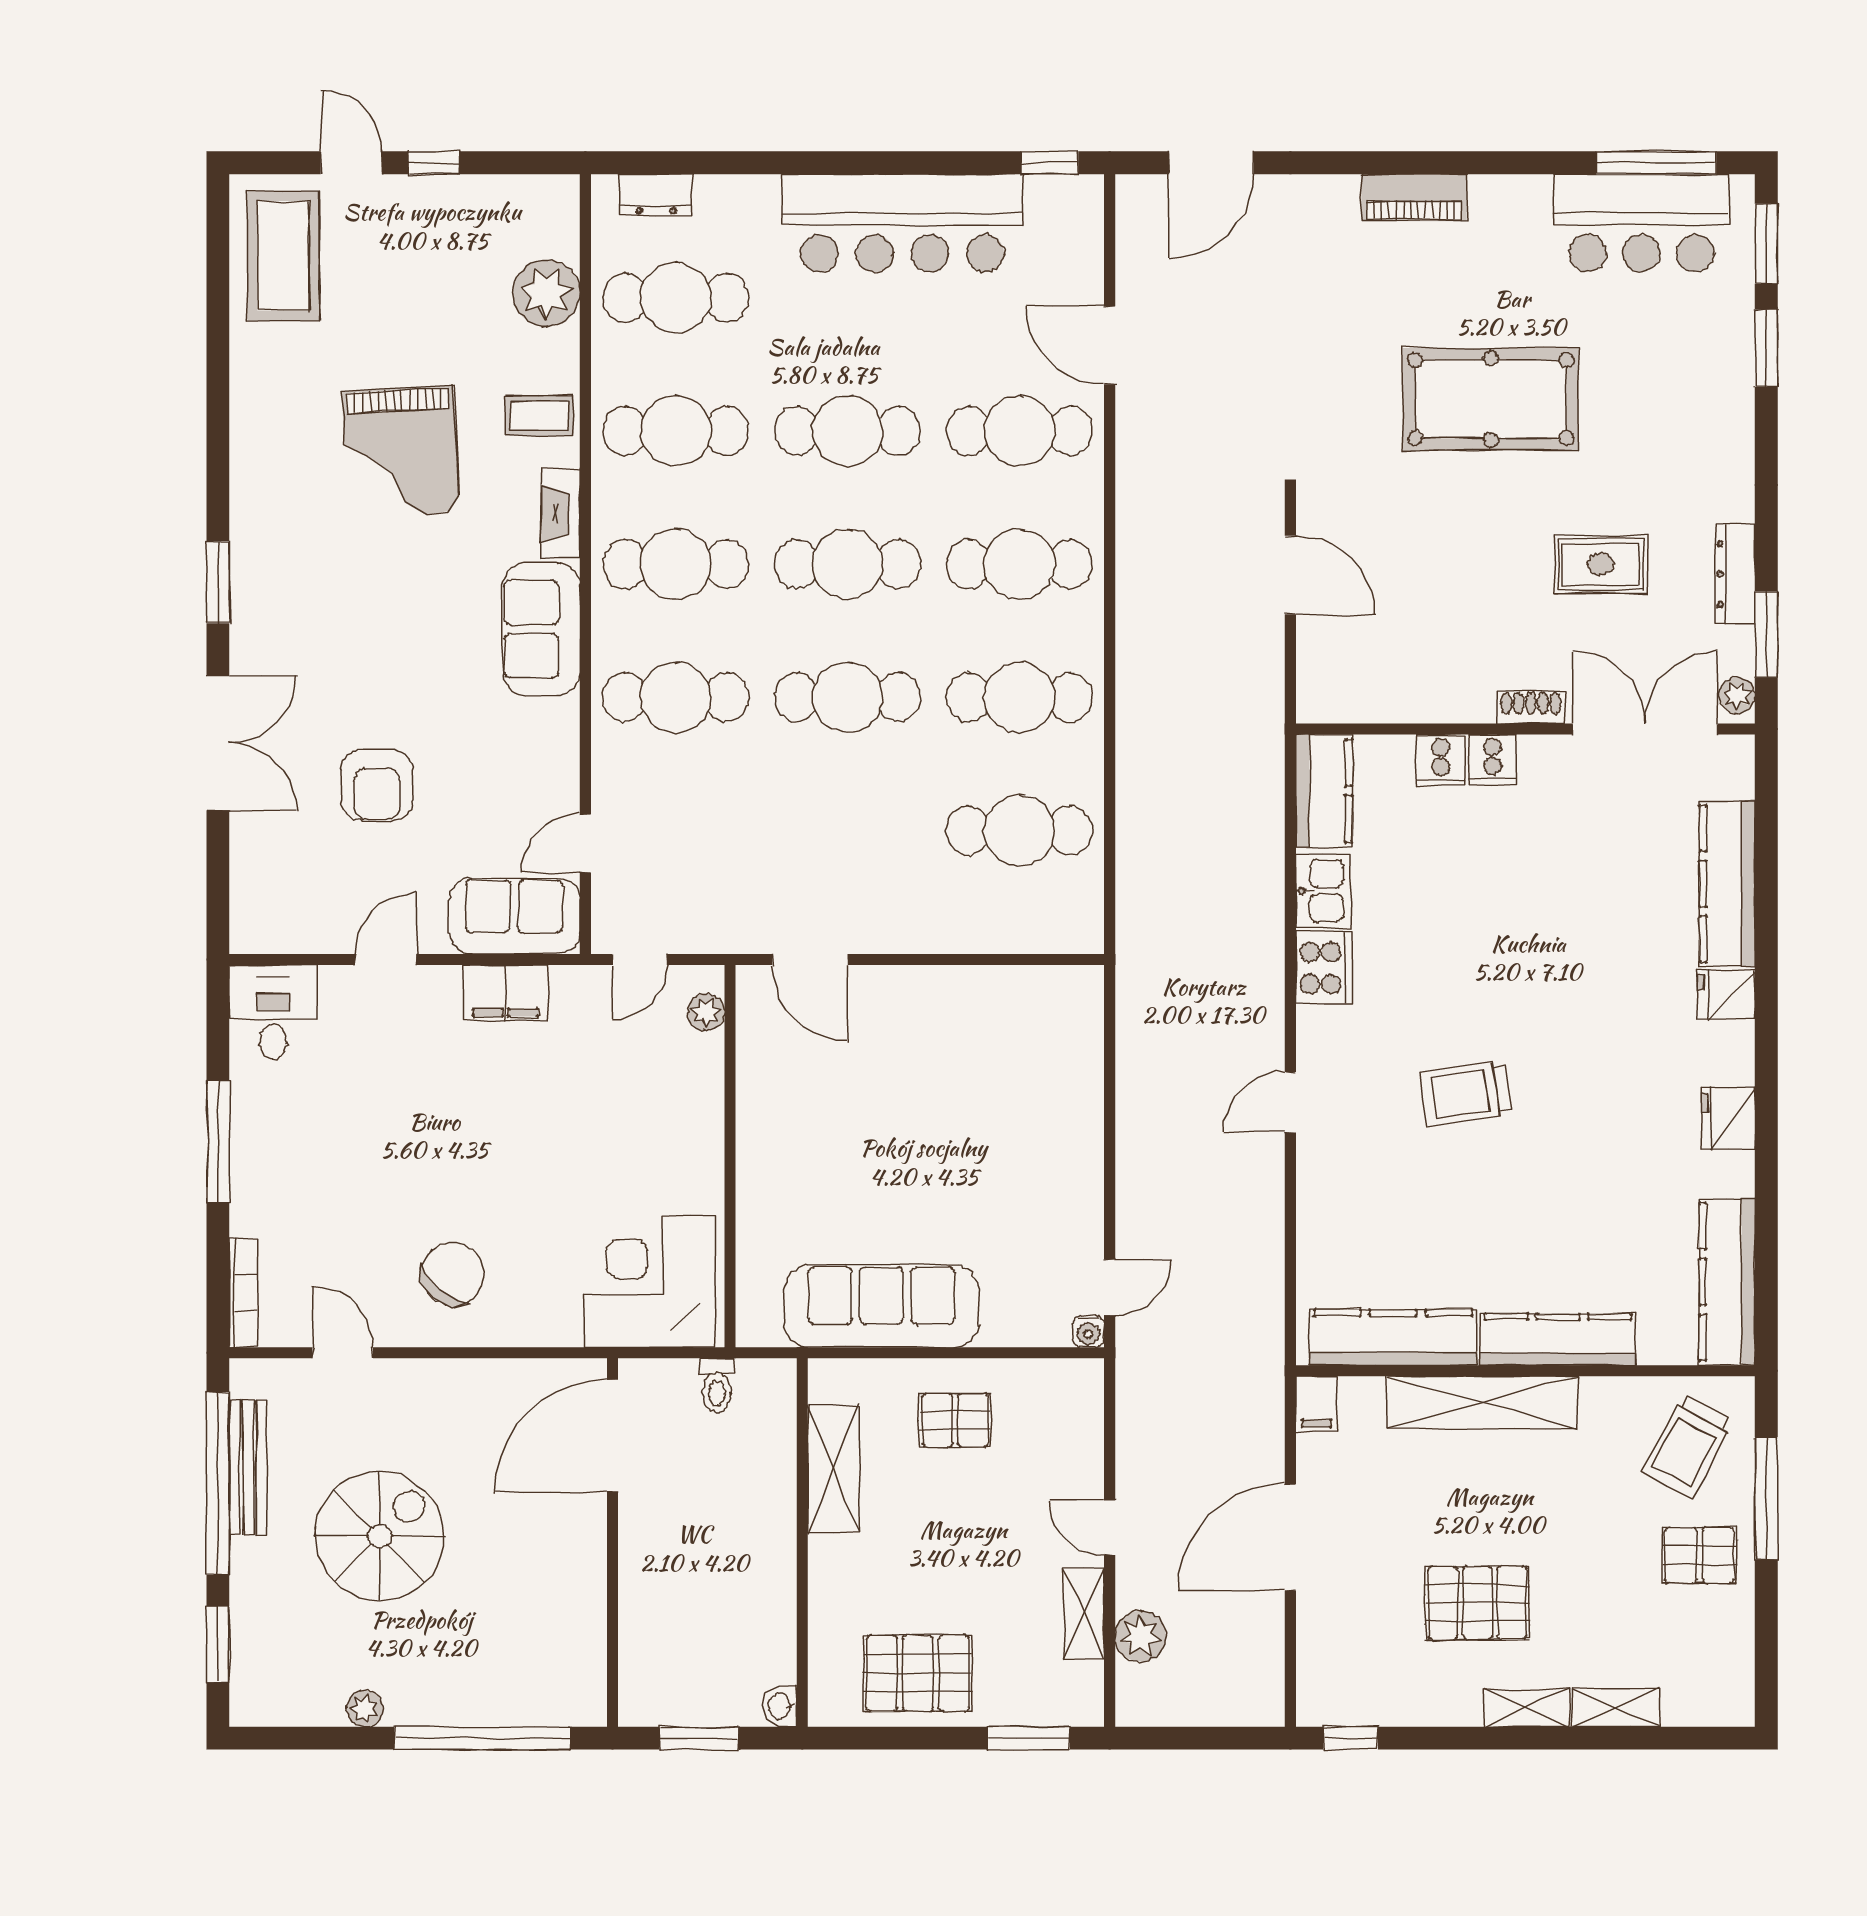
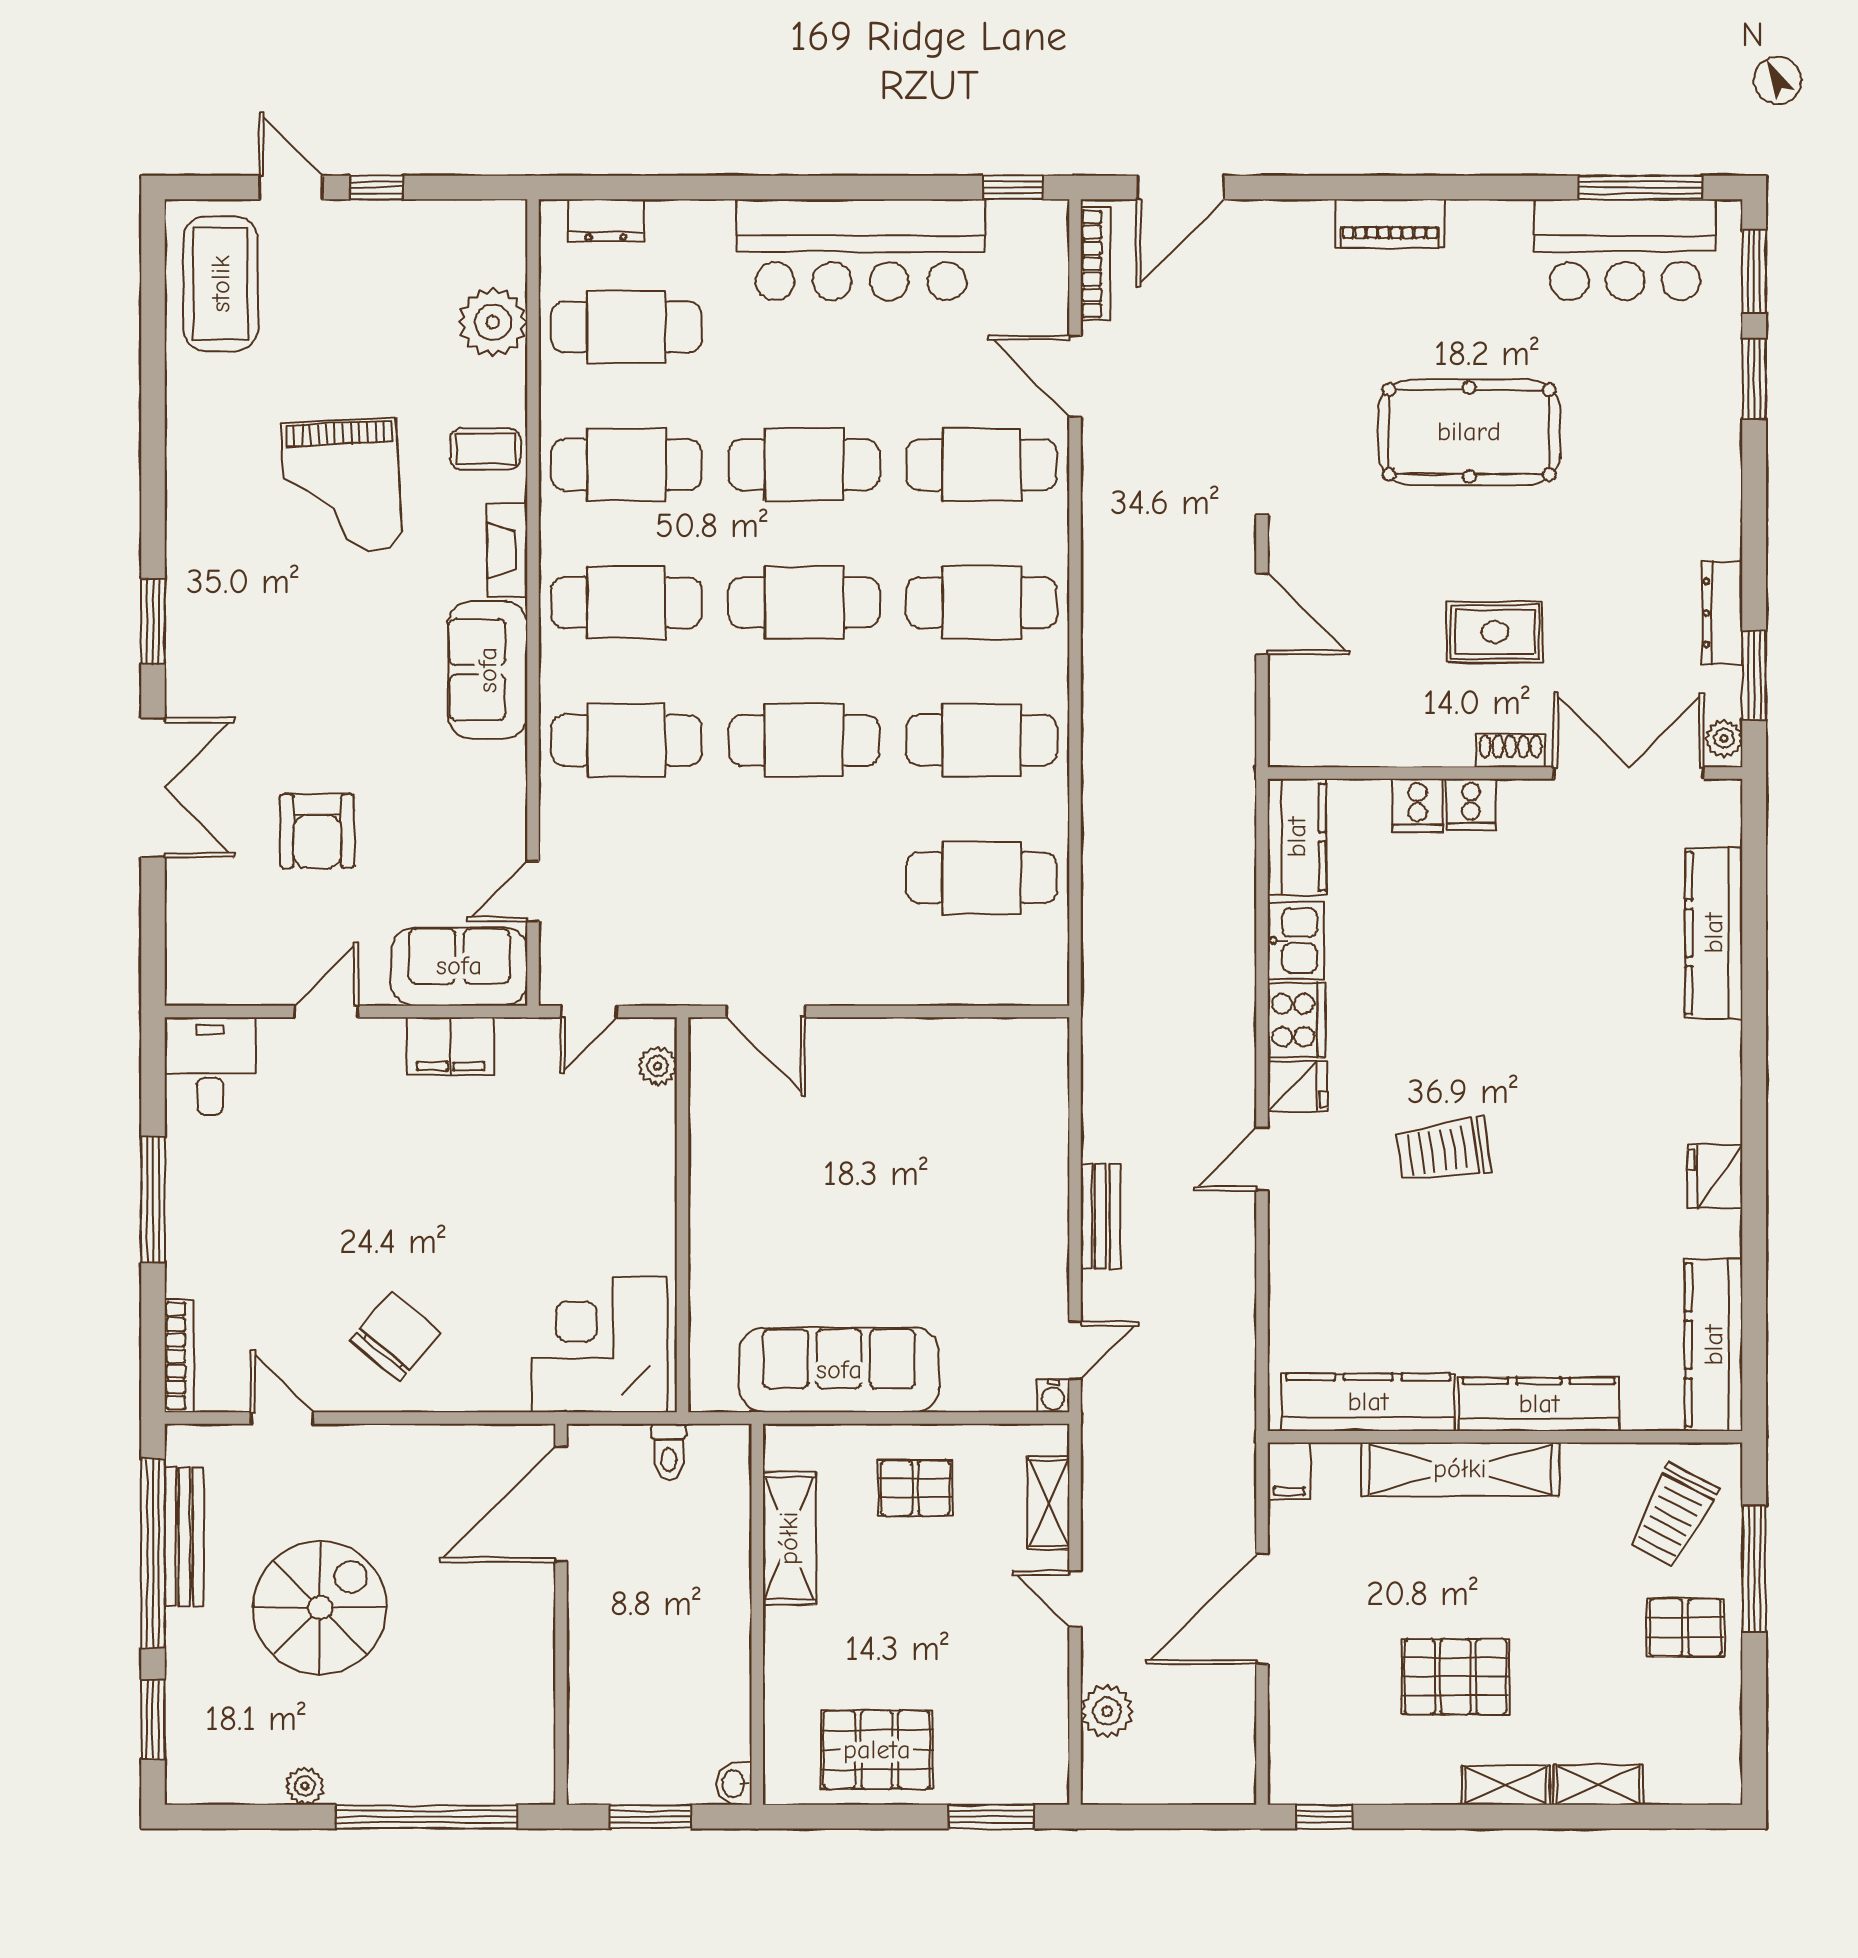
bookcase: (1129, 236) -> (1095, 264), added
rug: (1601, 564) -> (1495, 632), moved
fridge: (1726, 995) -> (1298, 1086), moved, turned 180
bench: (1134, 1157) -> (1101, 1216), added
shelving: (1084, 1614) -> (1048, 1503), moved

